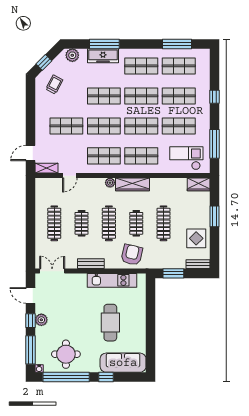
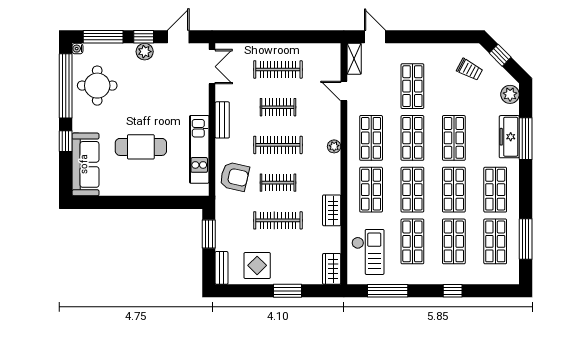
wardrobe: (133, 184) -> (332, 210), moved, width x0.67

